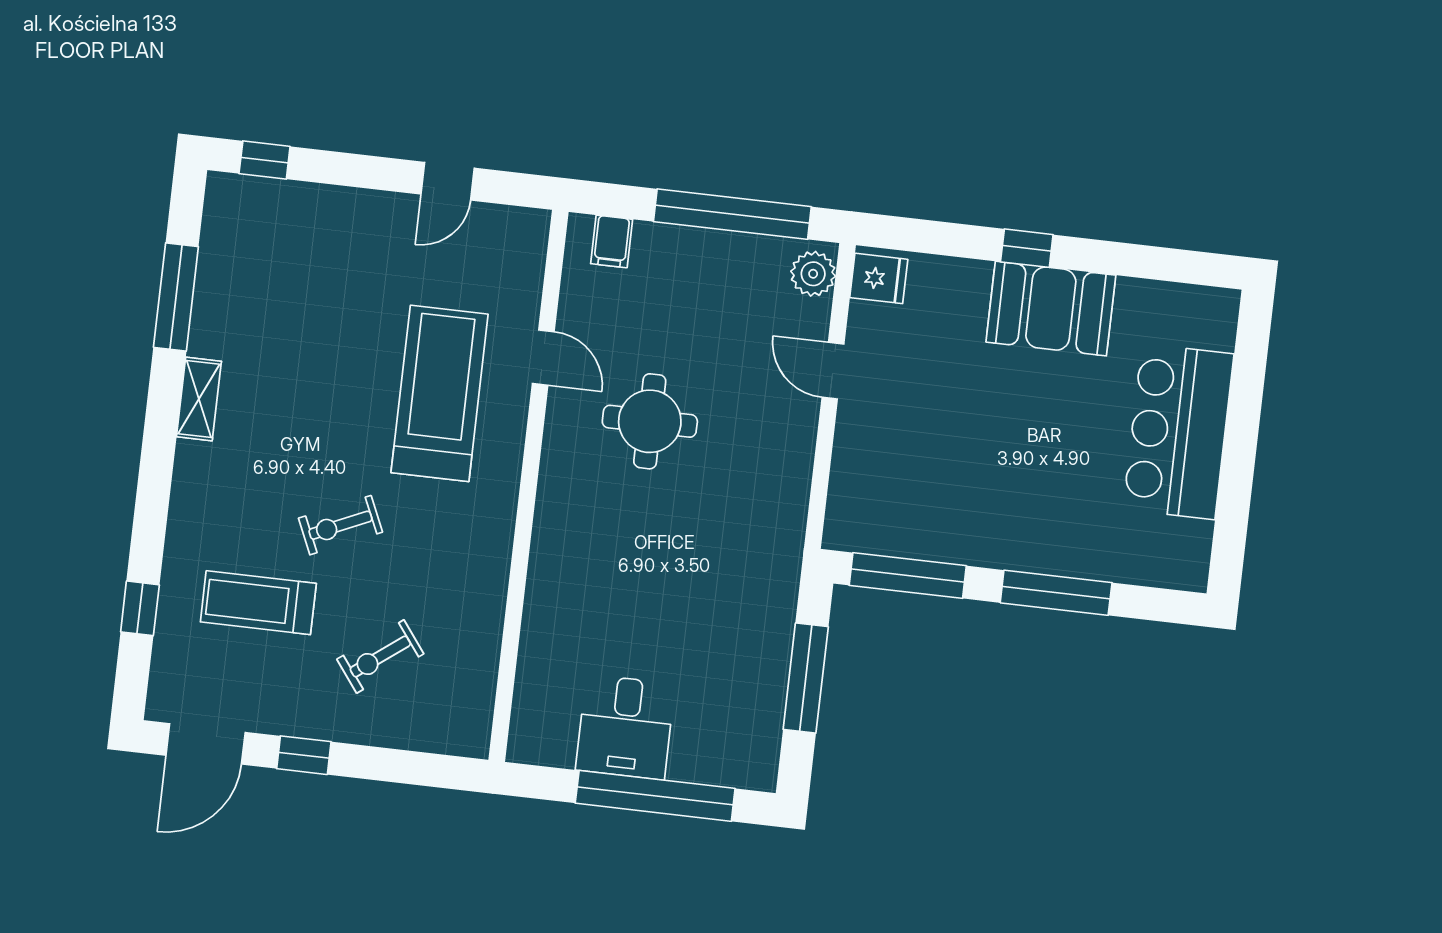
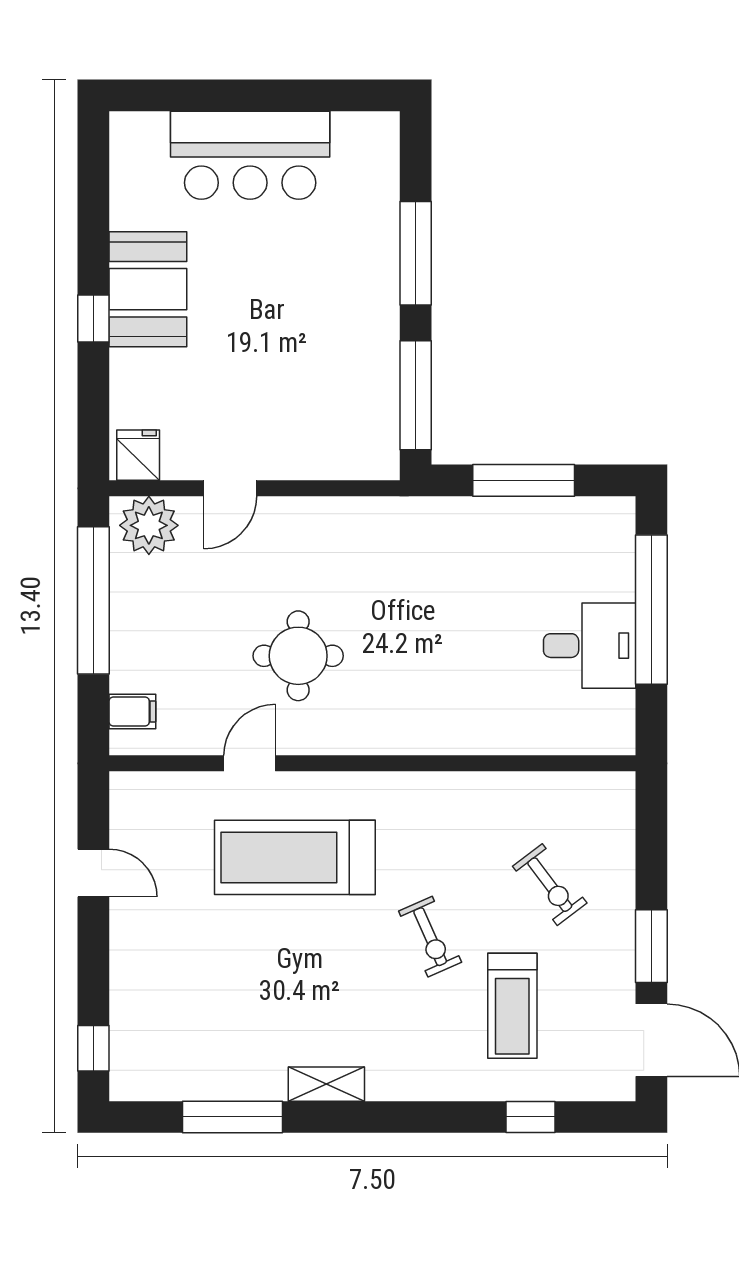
plant: (813, 274) -> (149, 525), width x1.36, depth x1.36
window: (304, 755) -> (651, 946), width x1.50

